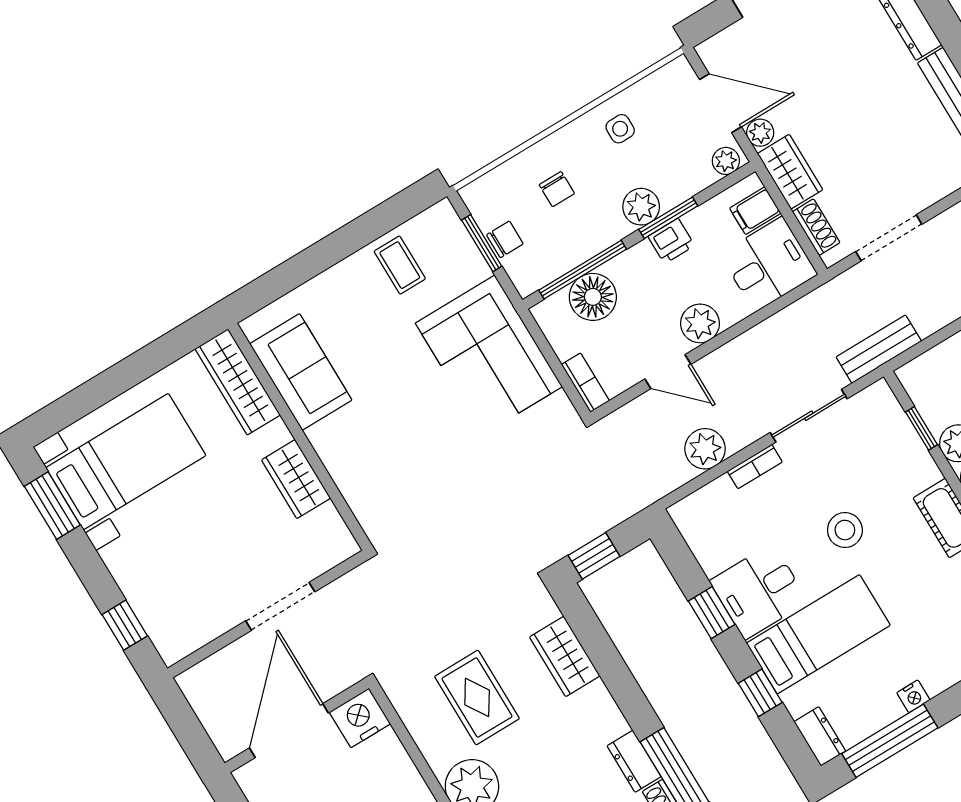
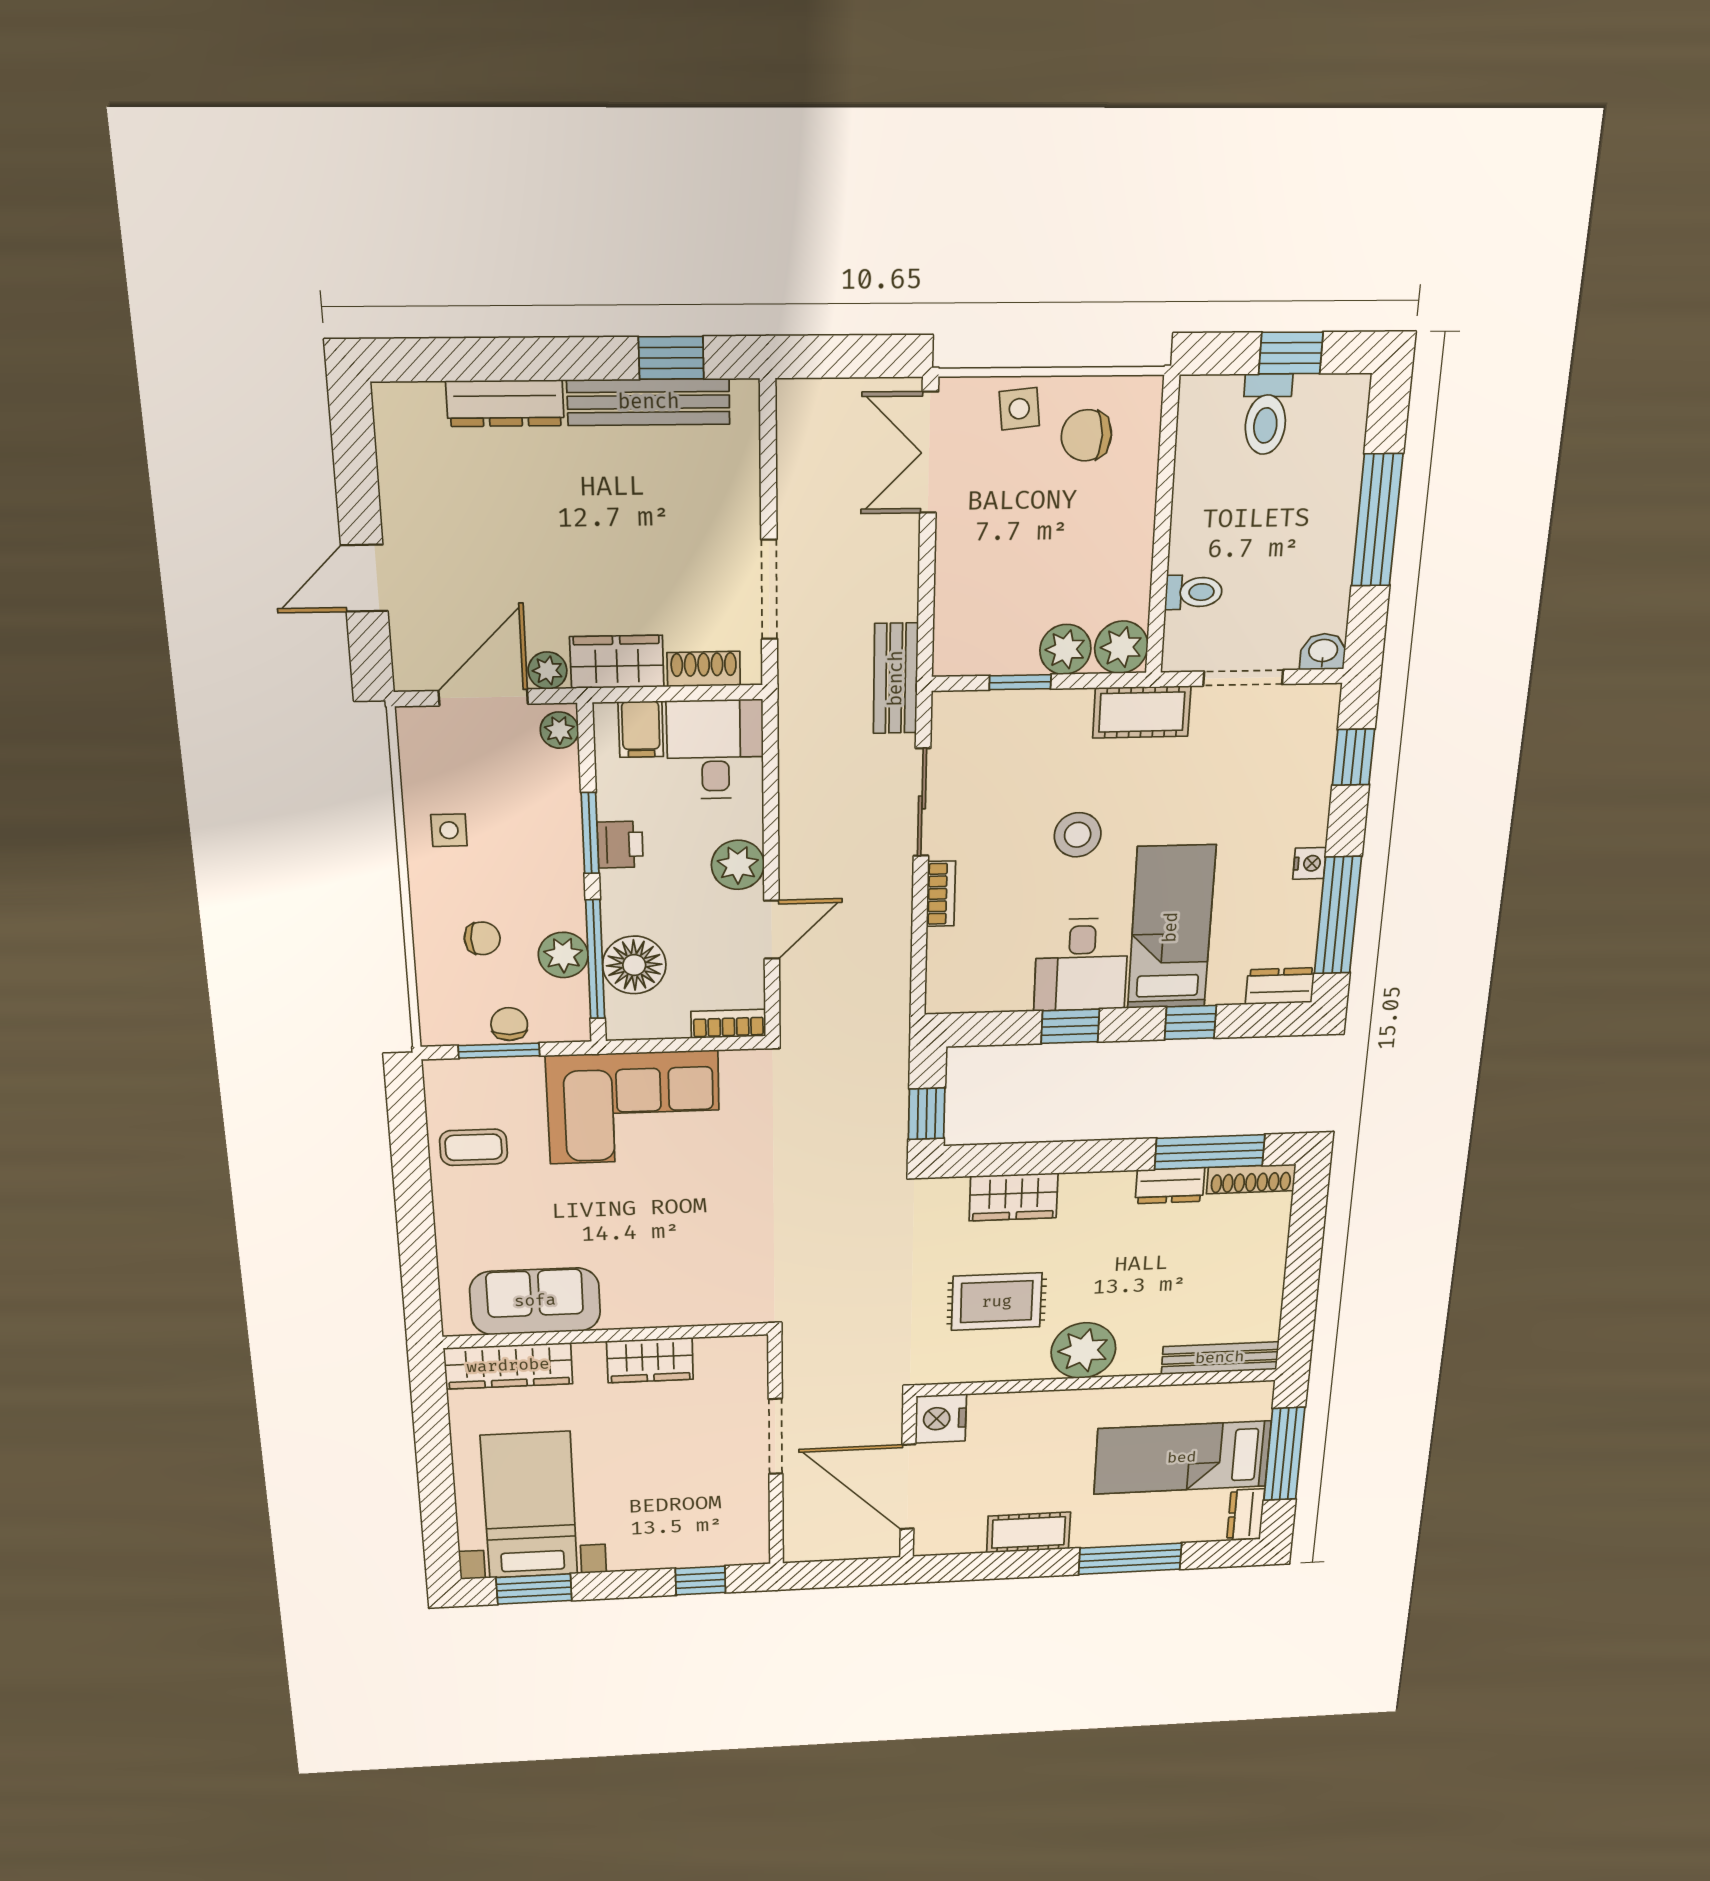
plant: (641, 207) -> (563, 955), moved
plant: (705, 449) -> (886, 937), removed

